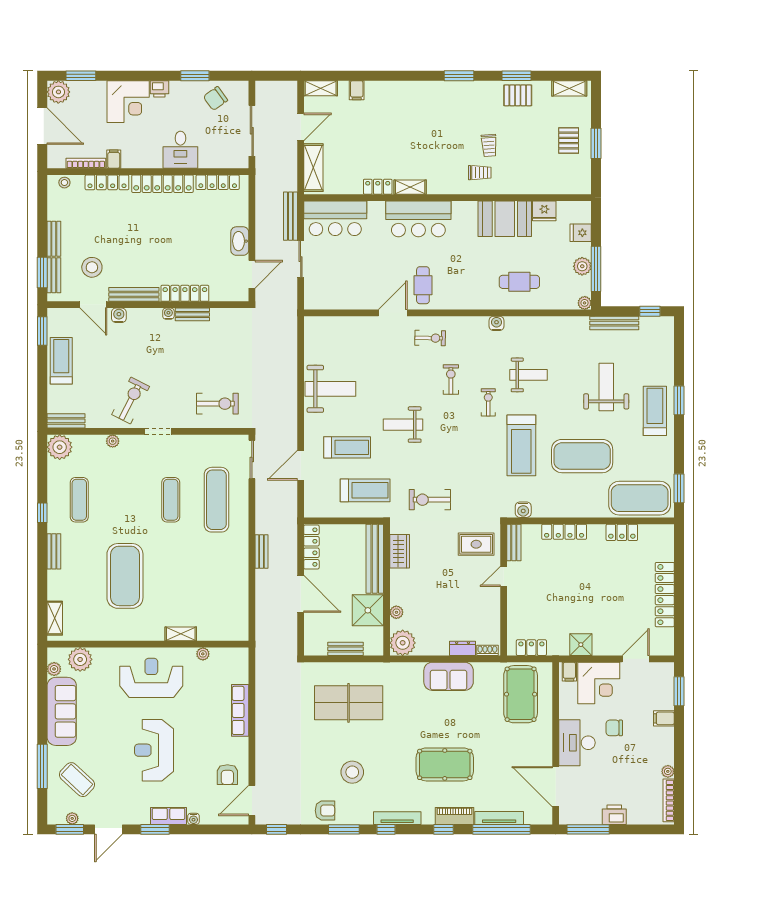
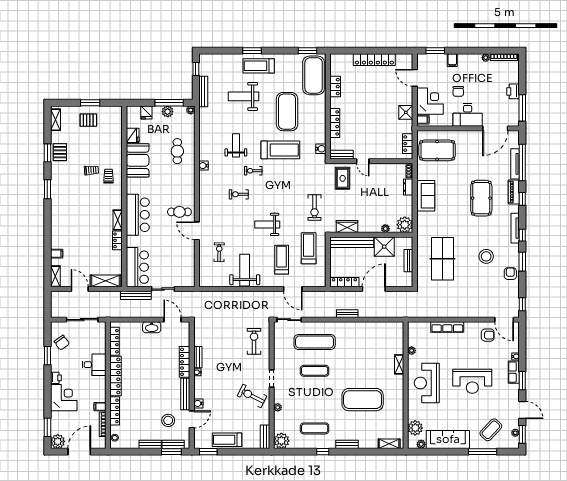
exercise bike: (430, 338) -> (219, 252), moved
weight bench: (403, 425) -> (267, 224), turned 90

